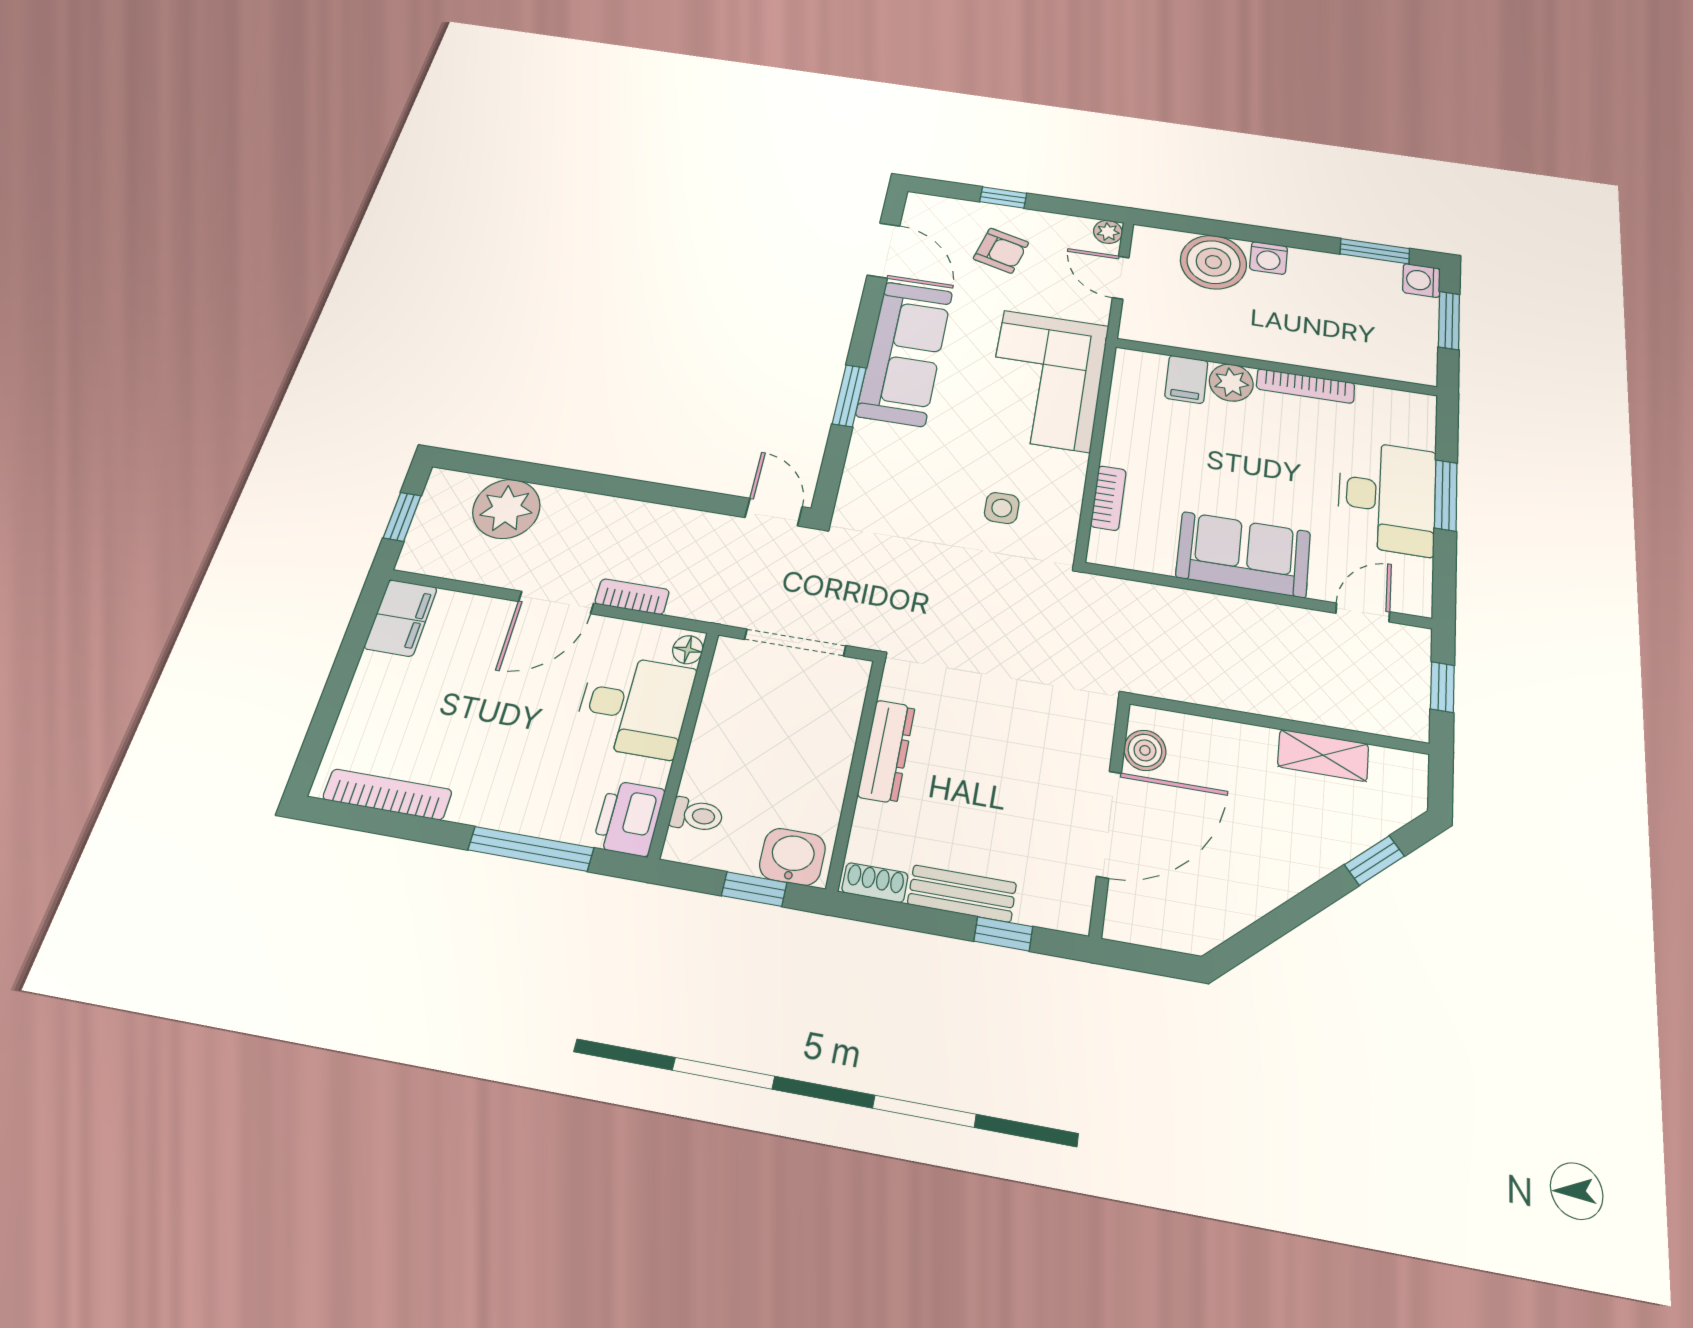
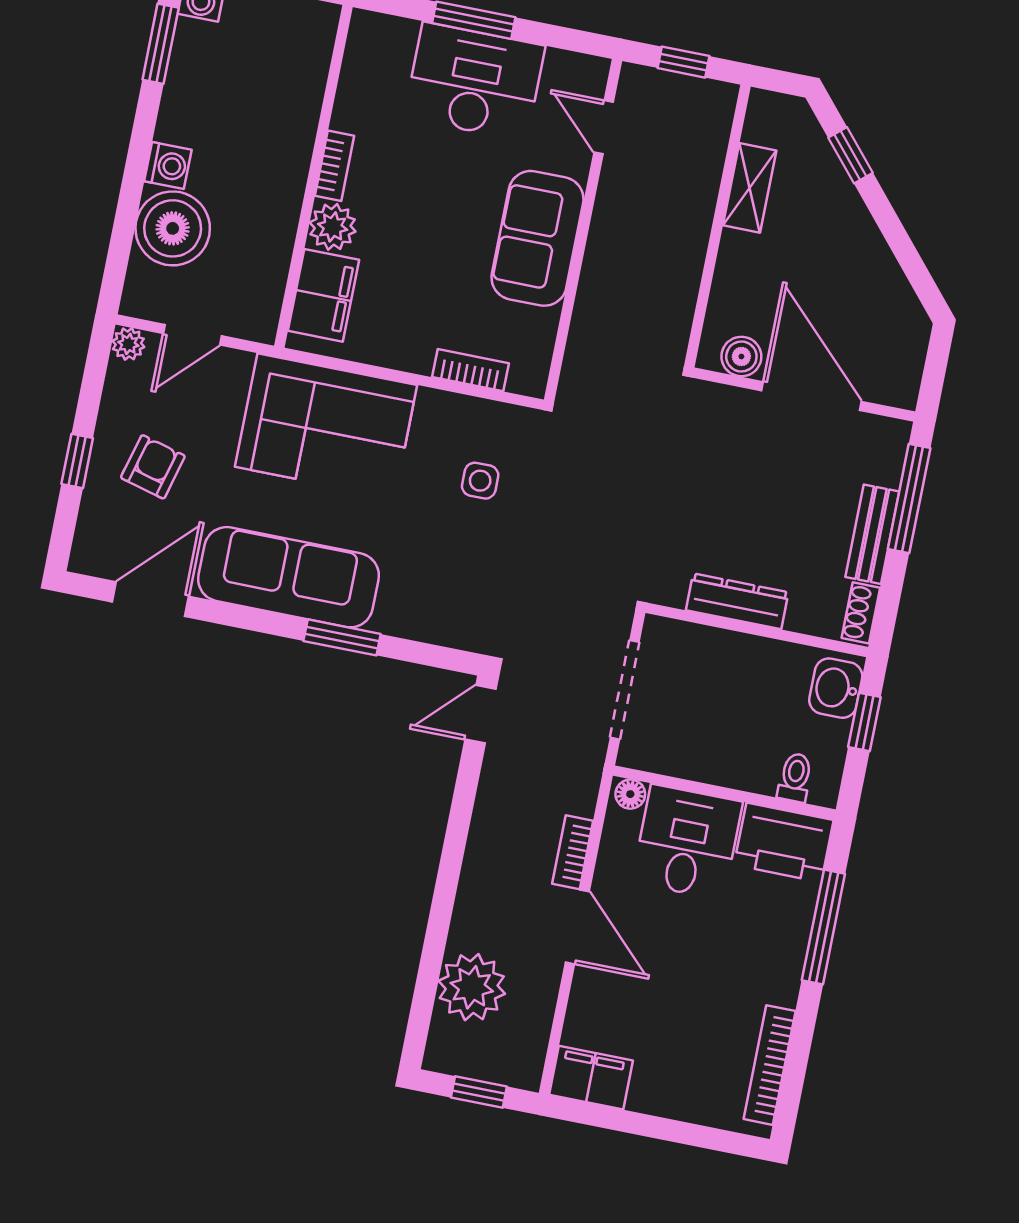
filing cabinet: (1186, 379) -> (323, 295), width x2.00
bookcase: (1305, 386) -> (334, 166), width x0.64
printer: (629, 818) -> (784, 842), width x1.37, depth x1.19
window: (1003, 934) -> (909, 499), width x2.17

